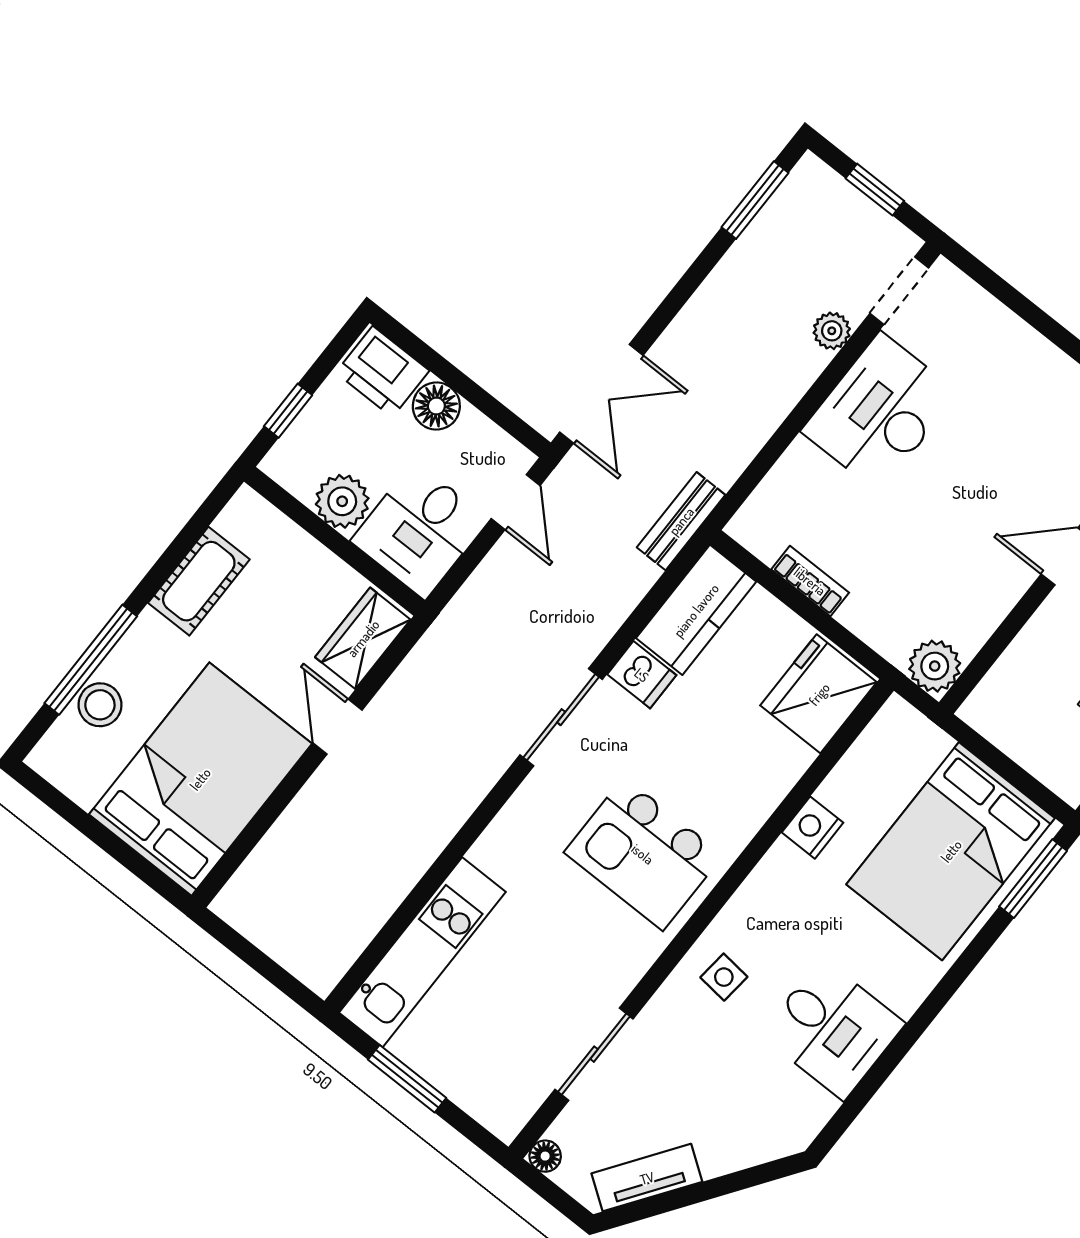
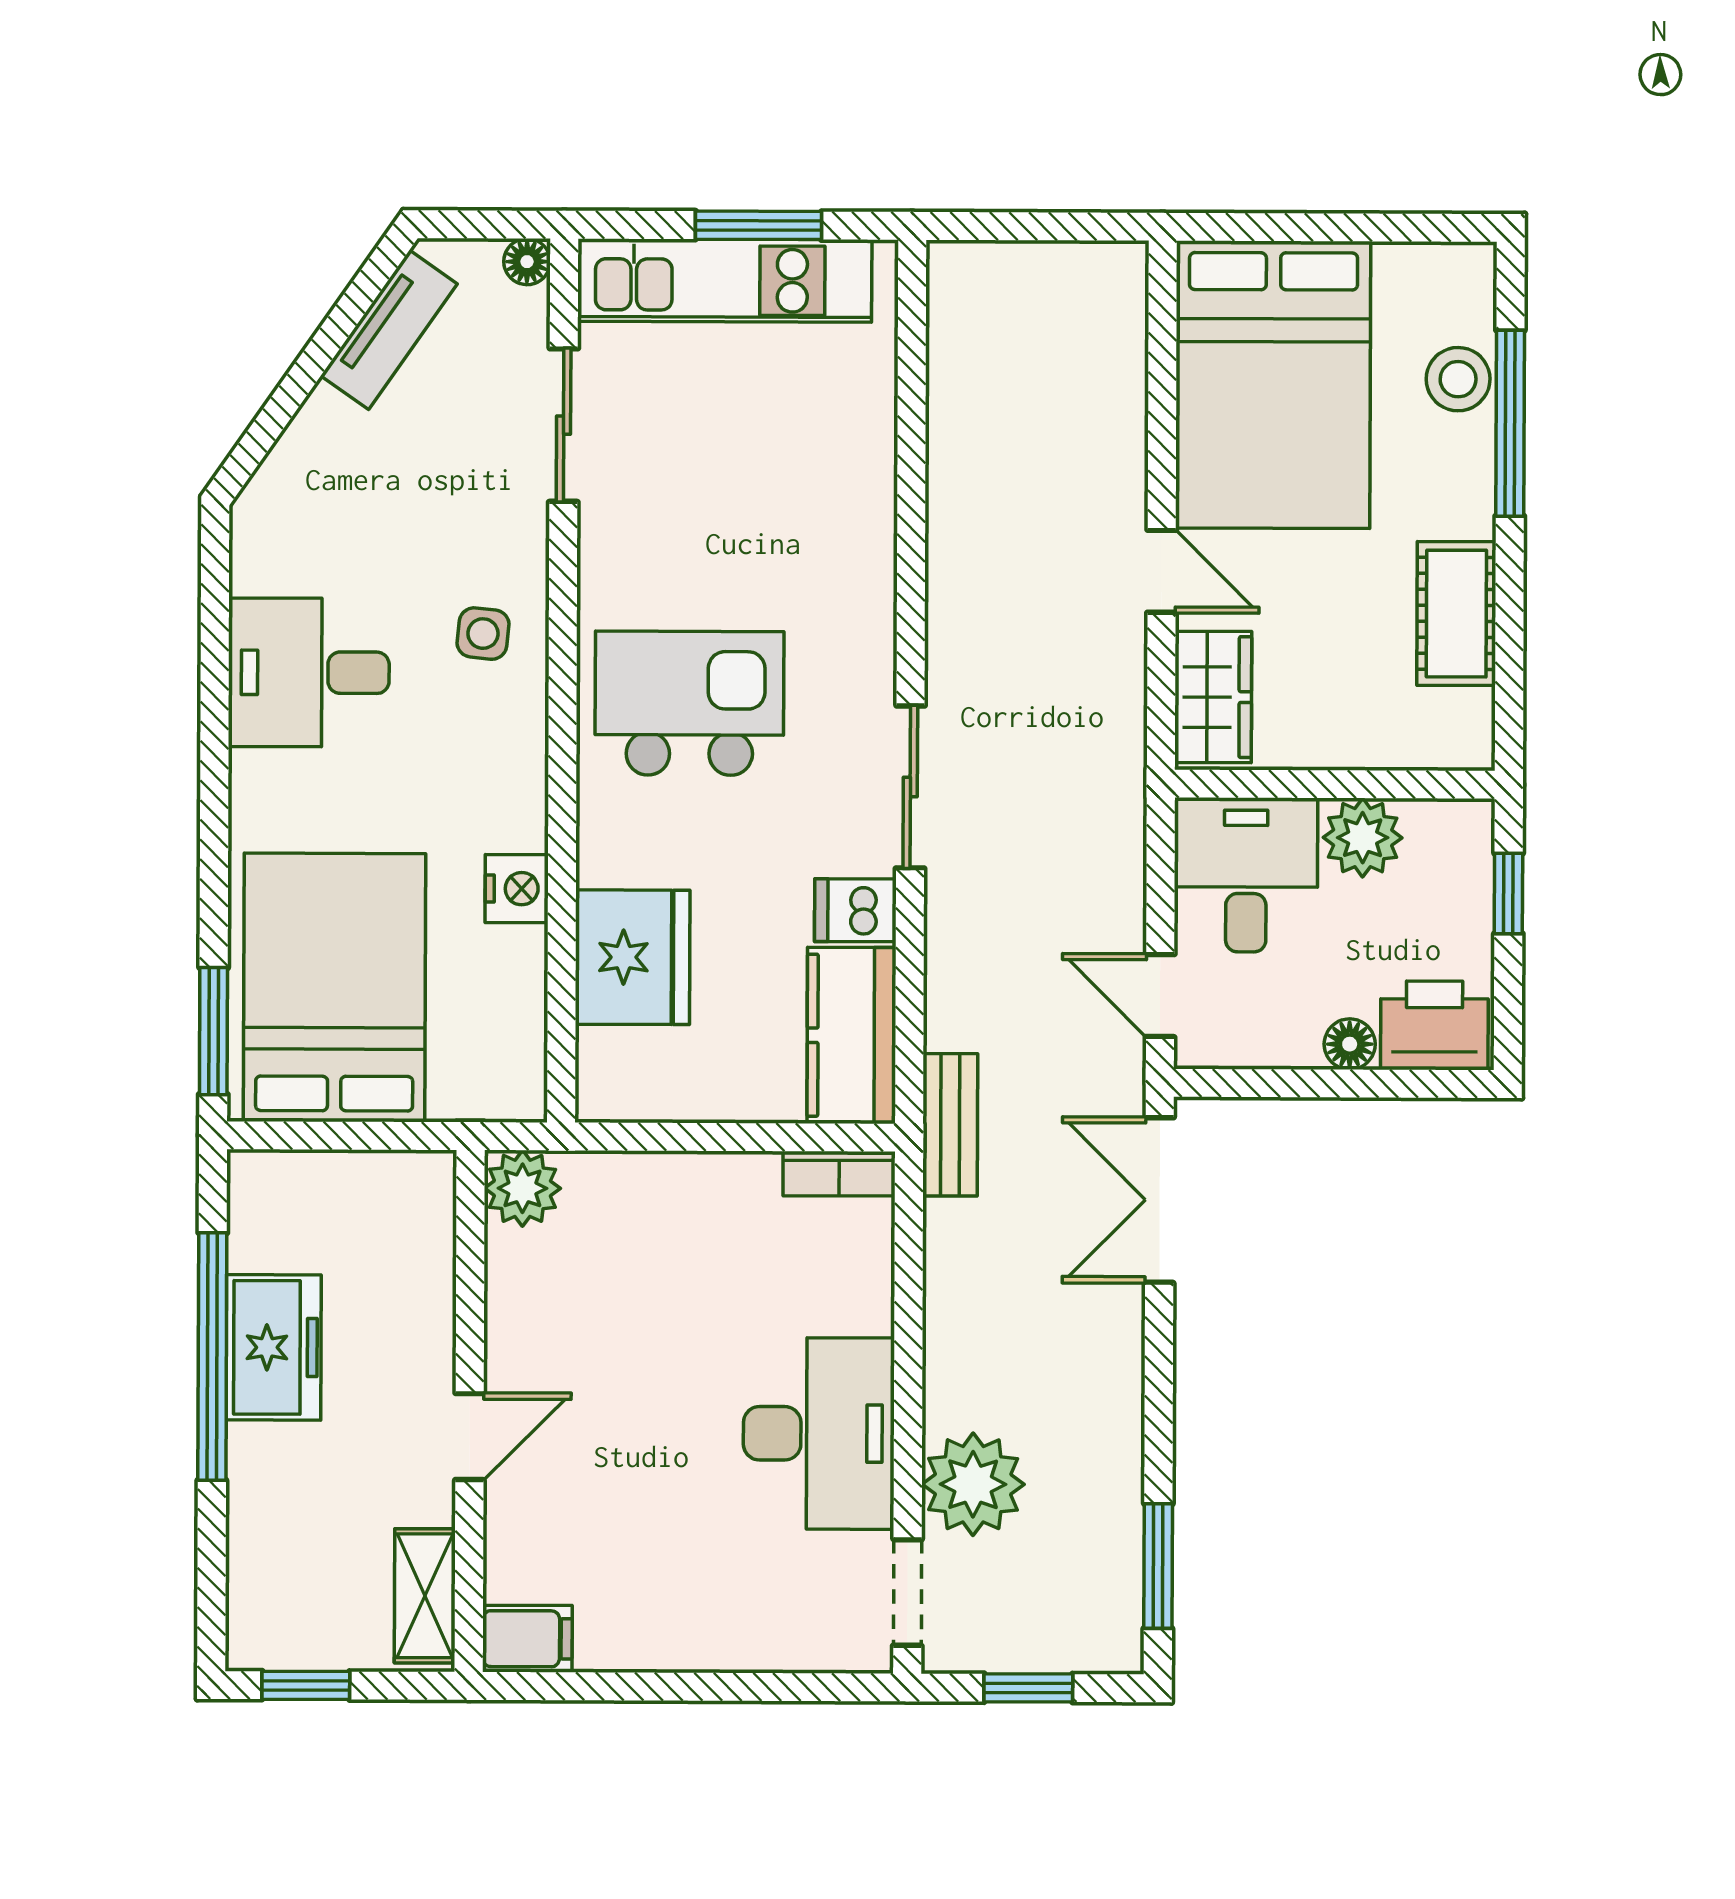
plant: (832, 331) -> (973, 1484), width x1.87, depth x1.87
floor lamp: (436, 406) -> (1350, 1044), width x0.73, depth x0.73
bookcase: (810, 581) -> (839, 1174), moved
fridge: (819, 694) -> (633, 957), moved
kitchen unit: (422, 952) -> (725, 281), moved, turned -90

